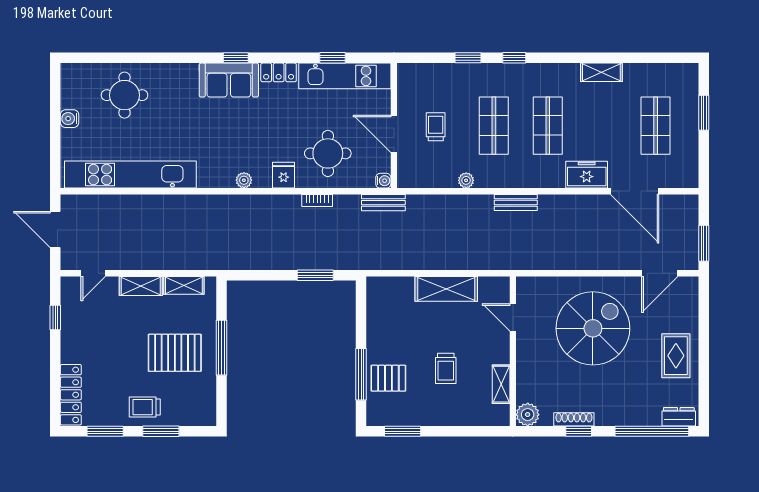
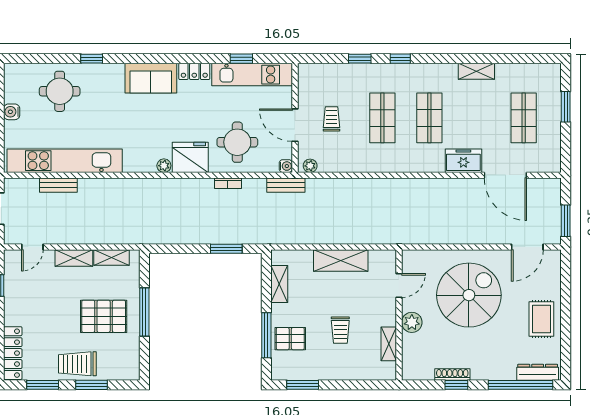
window: (236, 58) -> (92, 59), moved
fridge: (284, 175) -> (190, 157), width x1.88, depth x1.34
plant: (466, 180) -> (310, 166), moved
bench: (516, 202) -> (58, 185), moved
shelving: (376, 316) -> (279, 284), added
door: (513, 317) -> (399, 285), swing flipped
trolley: (145, 407) -> (77, 364), width x1.36, depth x1.39
plant: (528, 415) -> (412, 322), moved
dresser: (679, 417) -> (538, 372), width x1.44

